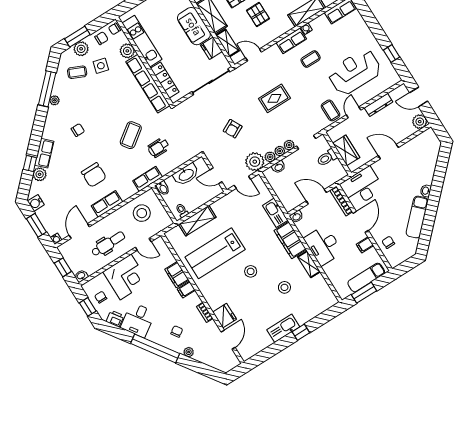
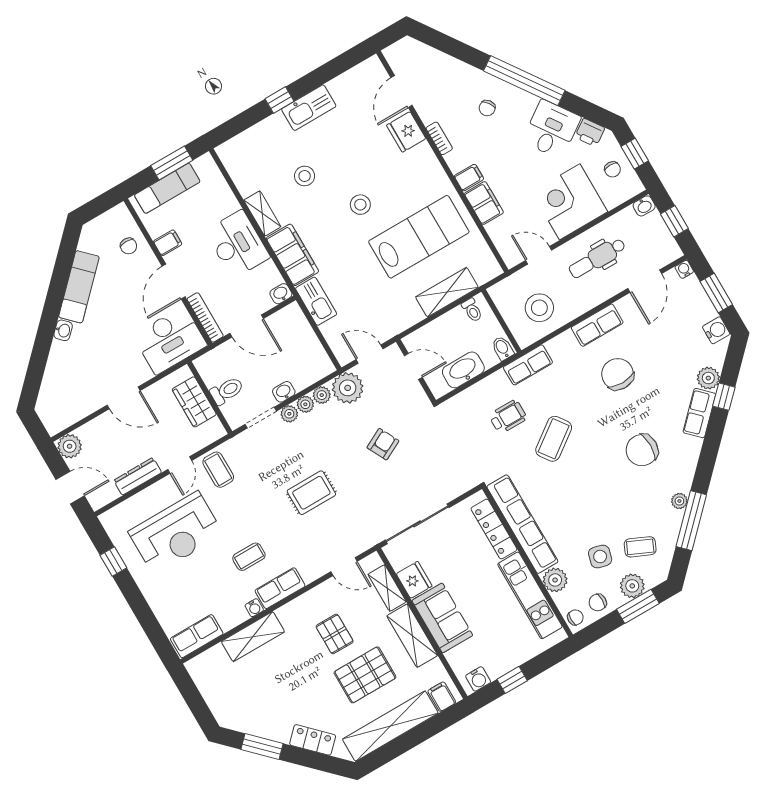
chair: (78, 130) -> (642, 450), width x1.87, depth x1.87
washbasin: (279, 167) -> (284, 392), moved
plant: (189, 352) -> (468, 73), removed

